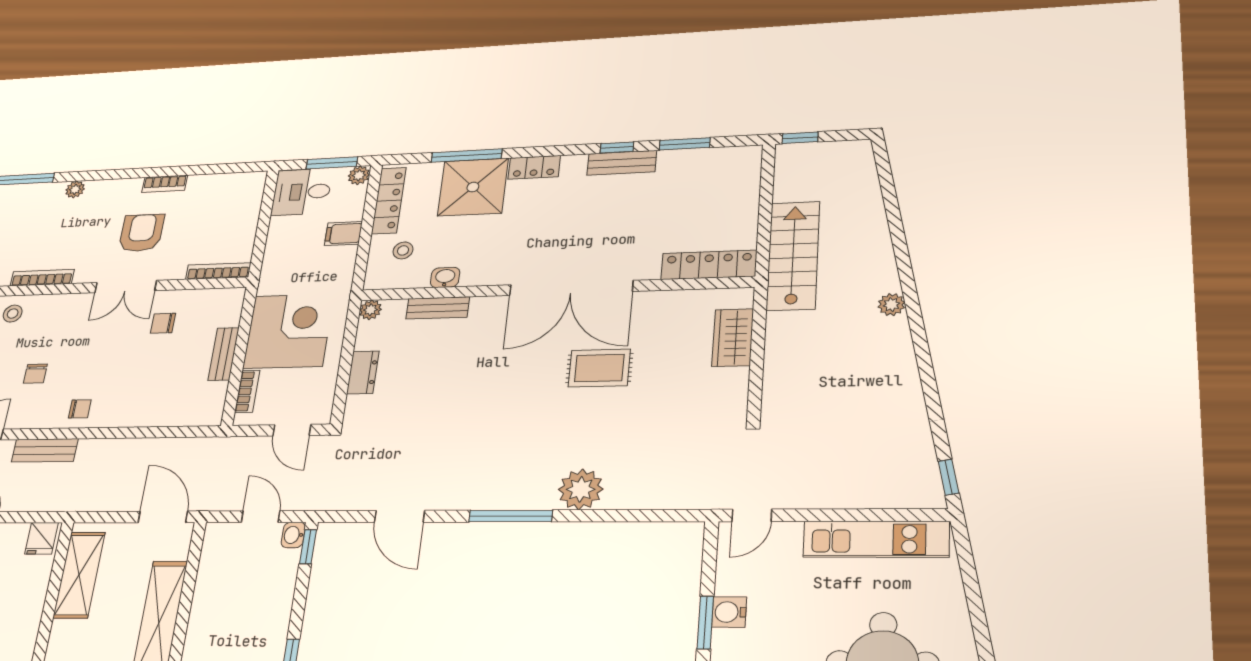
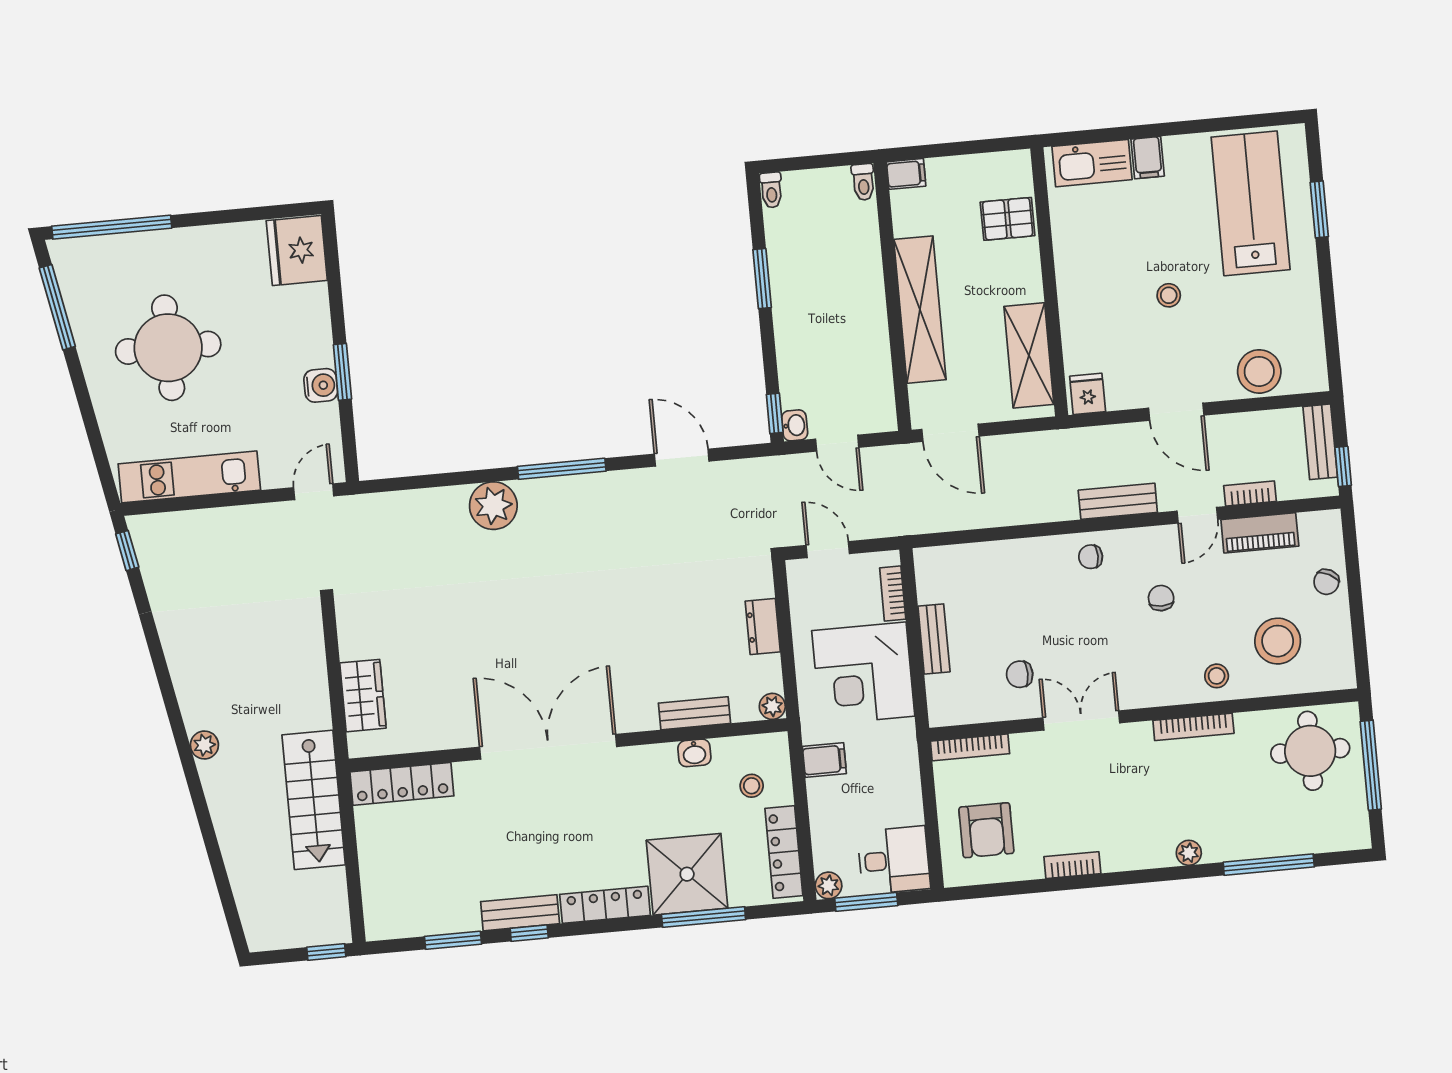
locker: (534, 167) -> (605, 905), width x1.53
armchair: (141, 233) -> (986, 830), moved
filing cabinet: (343, 234) -> (824, 760), moved
chair: (163, 323) -> (1020, 674), turned 180
rug: (599, 368) -> (499, 650), removed

